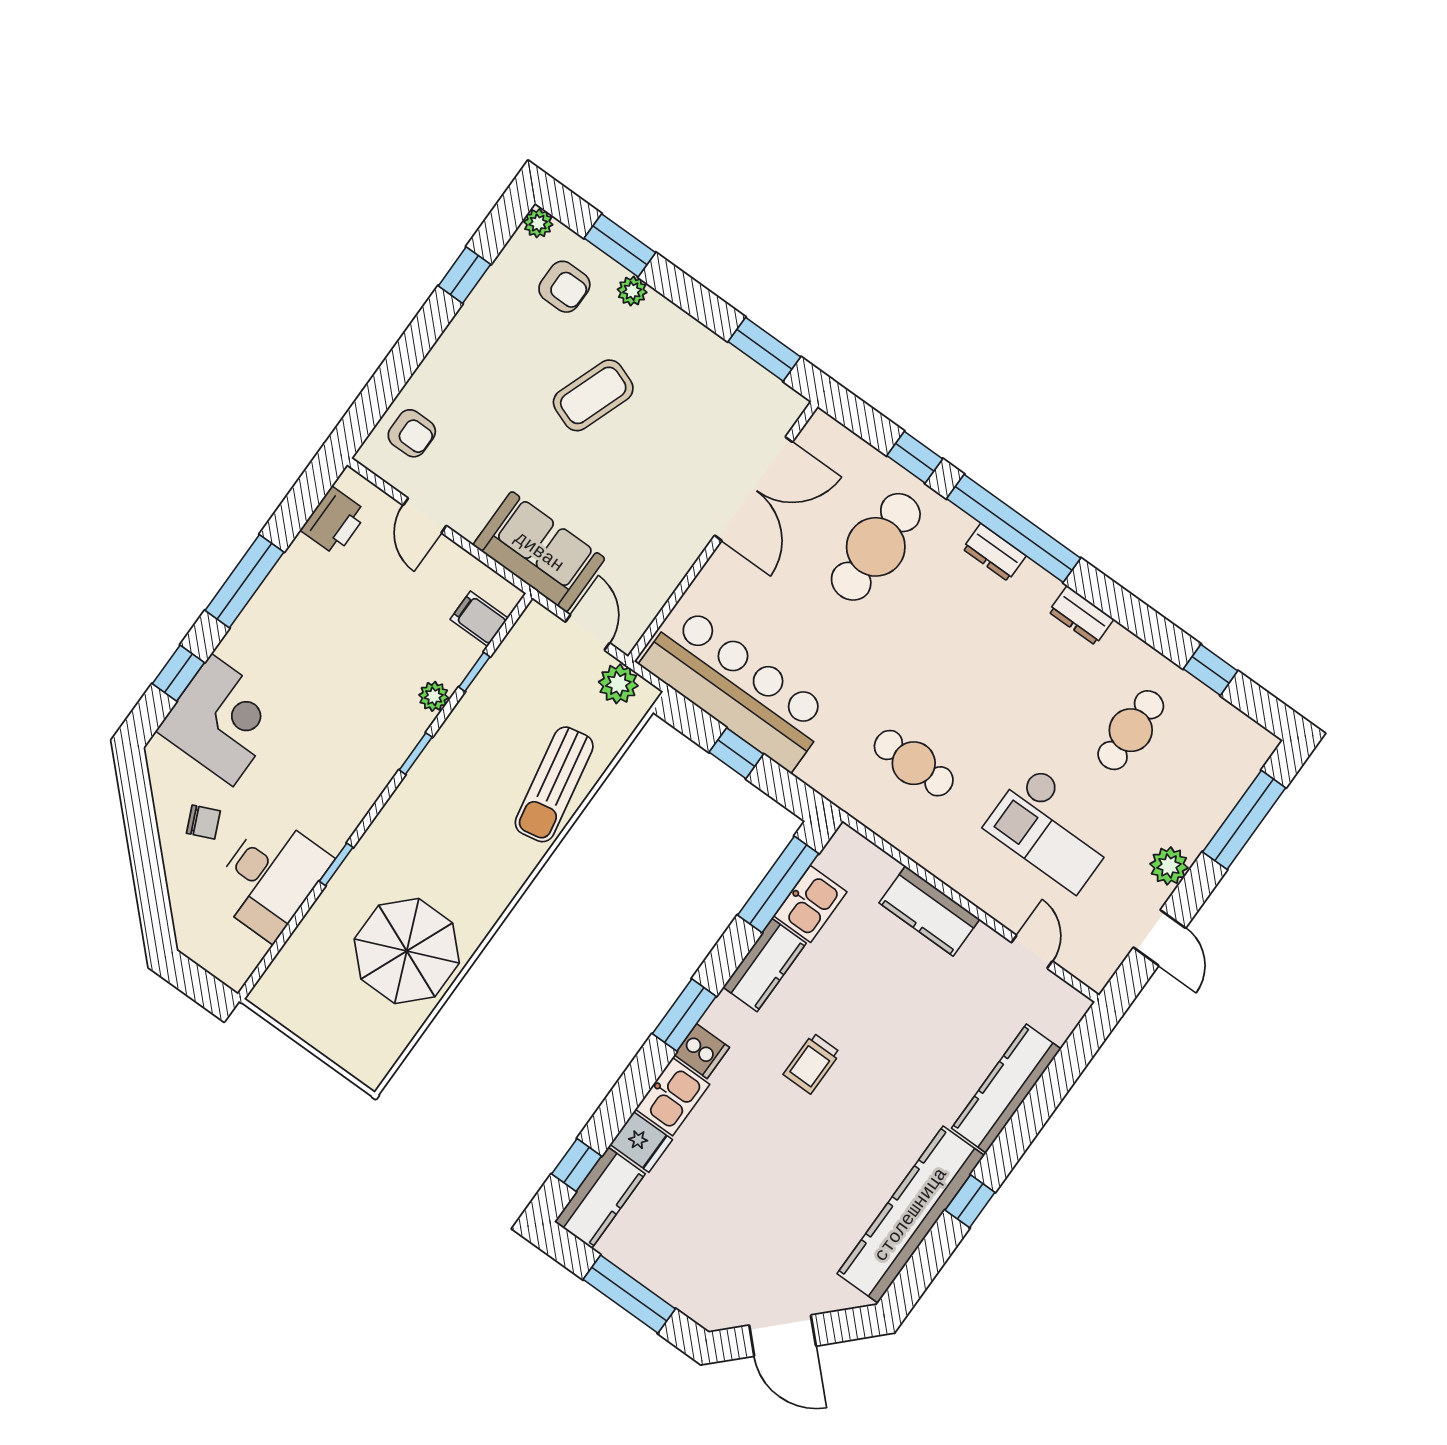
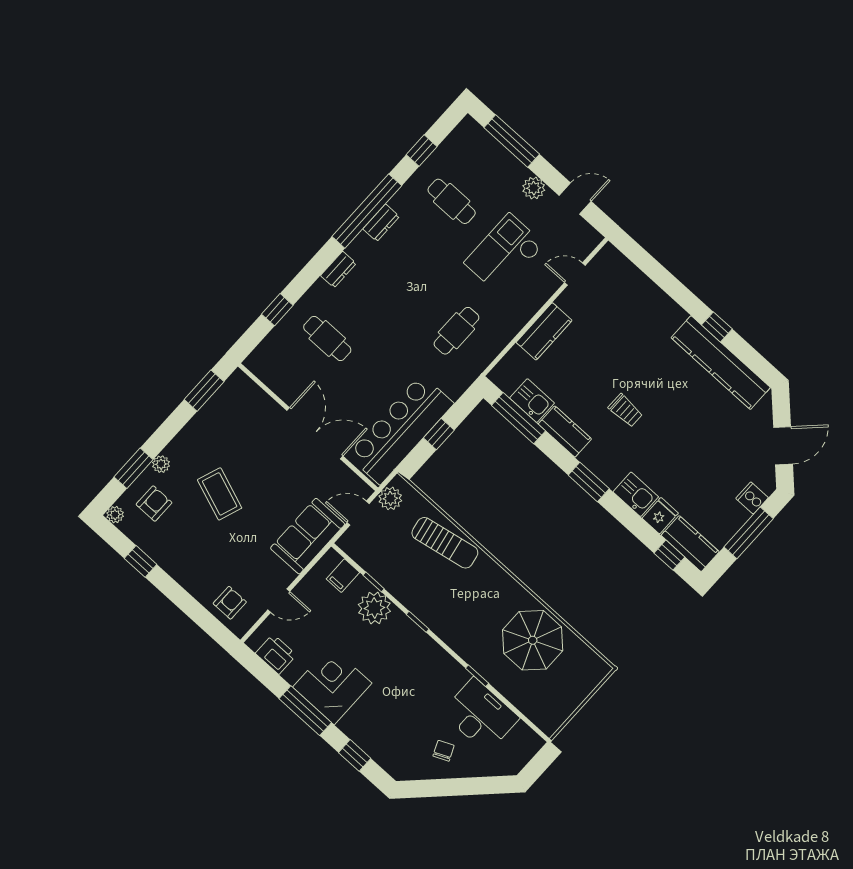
double door: (754, 489) -> (315, 433), moved
window: (1014, 528) -> (367, 211), moved
cafe table: (876, 547) -> (327, 338), width x0.73, depth x0.74
plant: (434, 696) -> (374, 608), width x1.87, depth x1.87
corner desk: (222, 720) -> (332, 685), moved
checkout: (1053, 829) -> (504, 254), turned 180
cooker: (702, 1051) -> (752, 498), moved, turned -90
kitchen counter: (1006, 1088) -> (653, 298), removed

